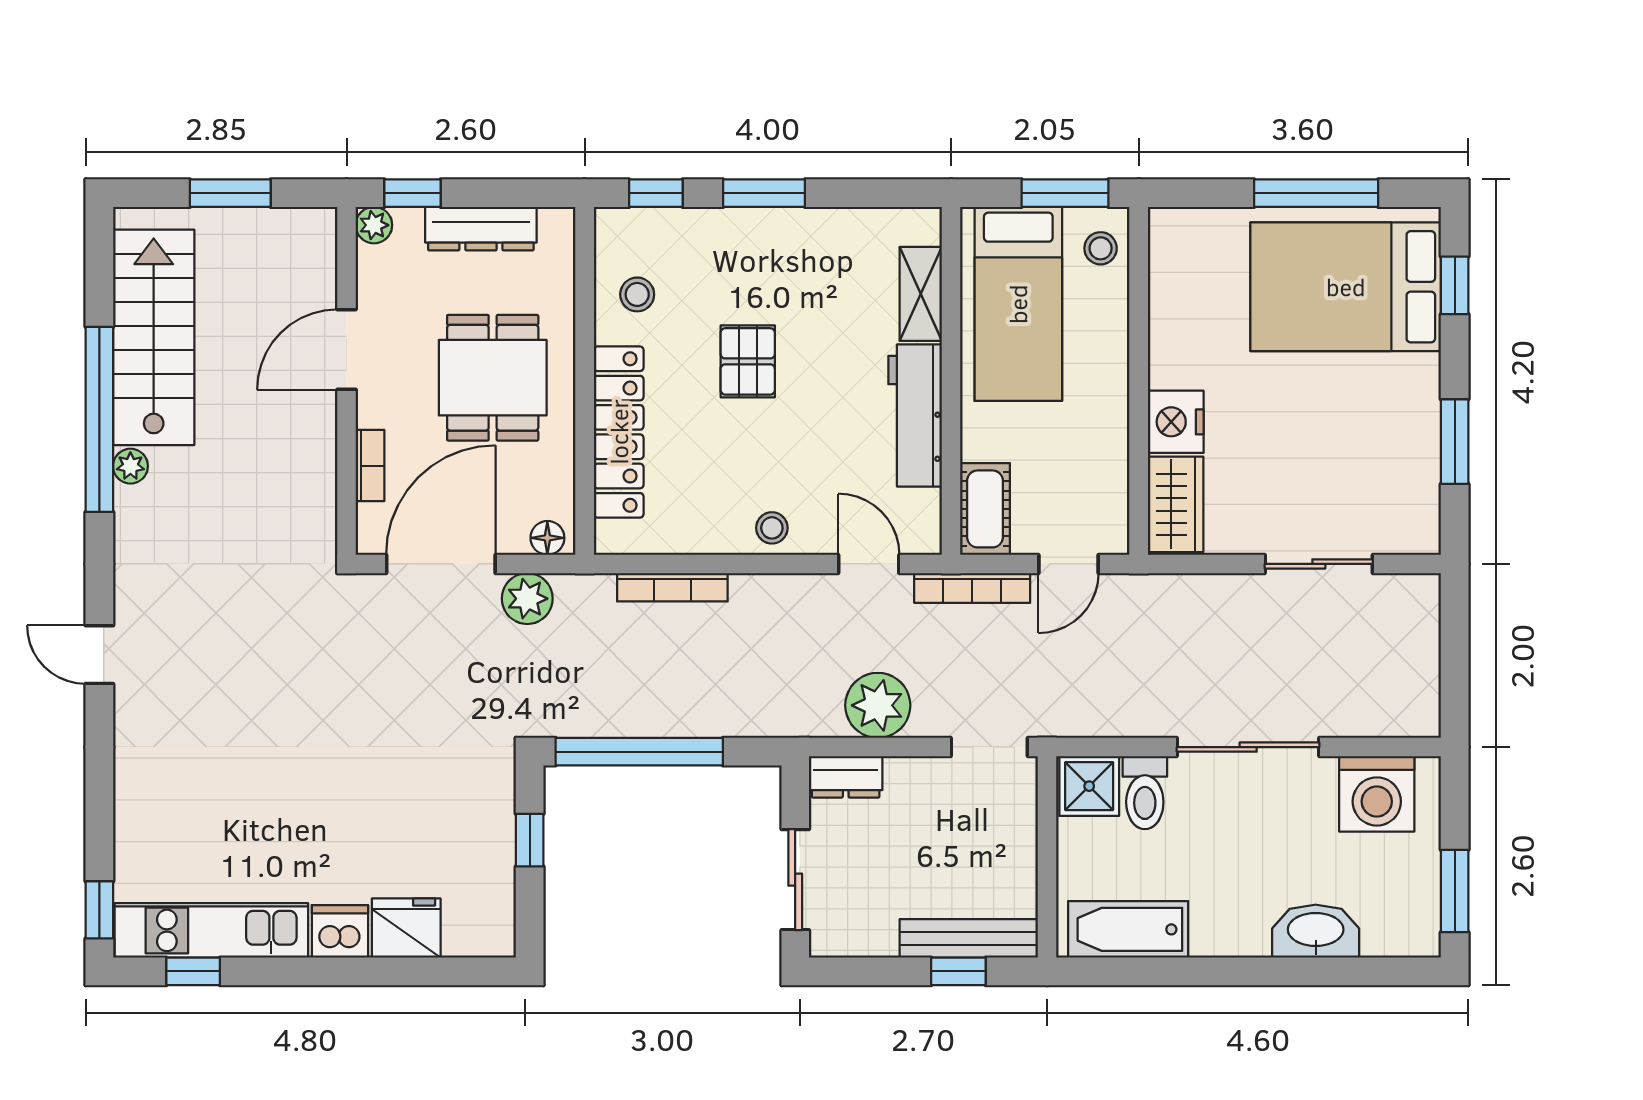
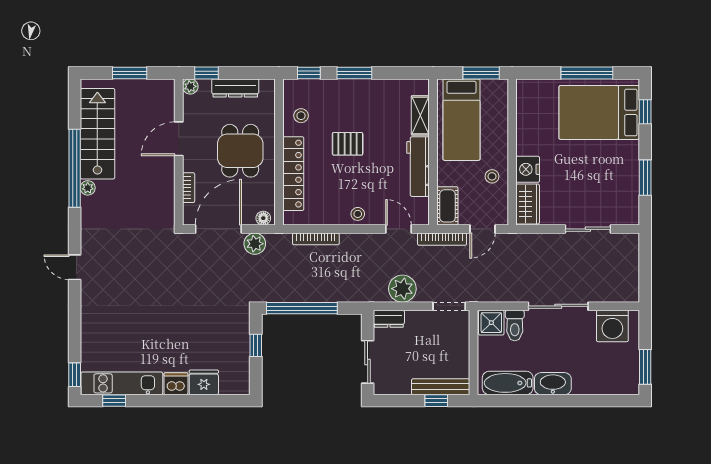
stool: (1101, 248) -> (492, 176), moved
pallet: (748, 361) -> (348, 144), turned 90
washbasin: (1316, 931) -> (553, 384), moved

